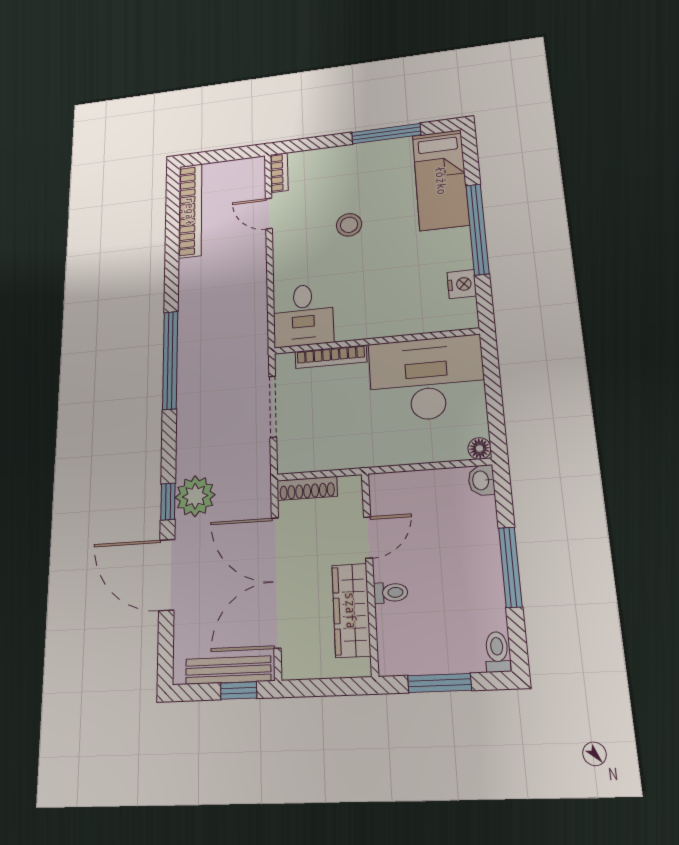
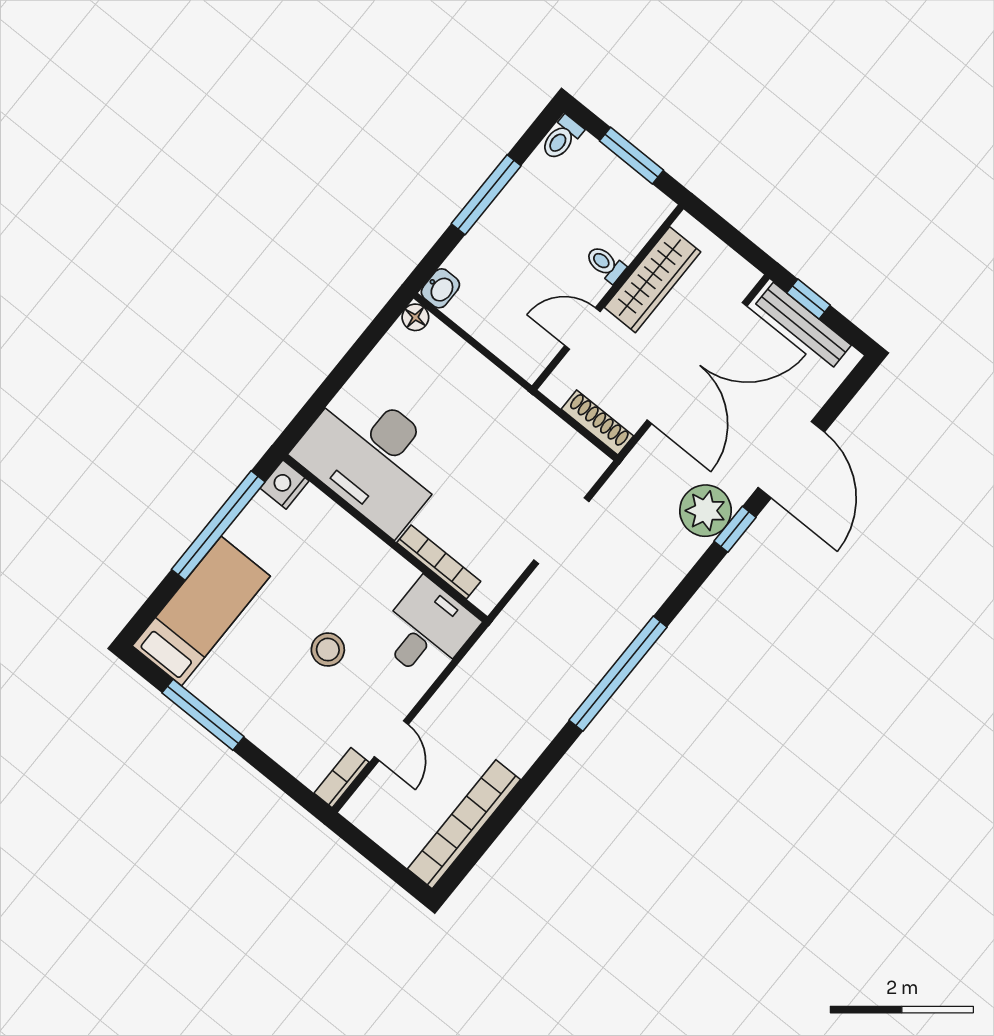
desk: (303, 315) -> (427, 630), moved
wall: (375, 341) -> (385, 538), moved
bookcase: (331, 357) -> (439, 562), moved
desk: (427, 379) -> (373, 458), moved

